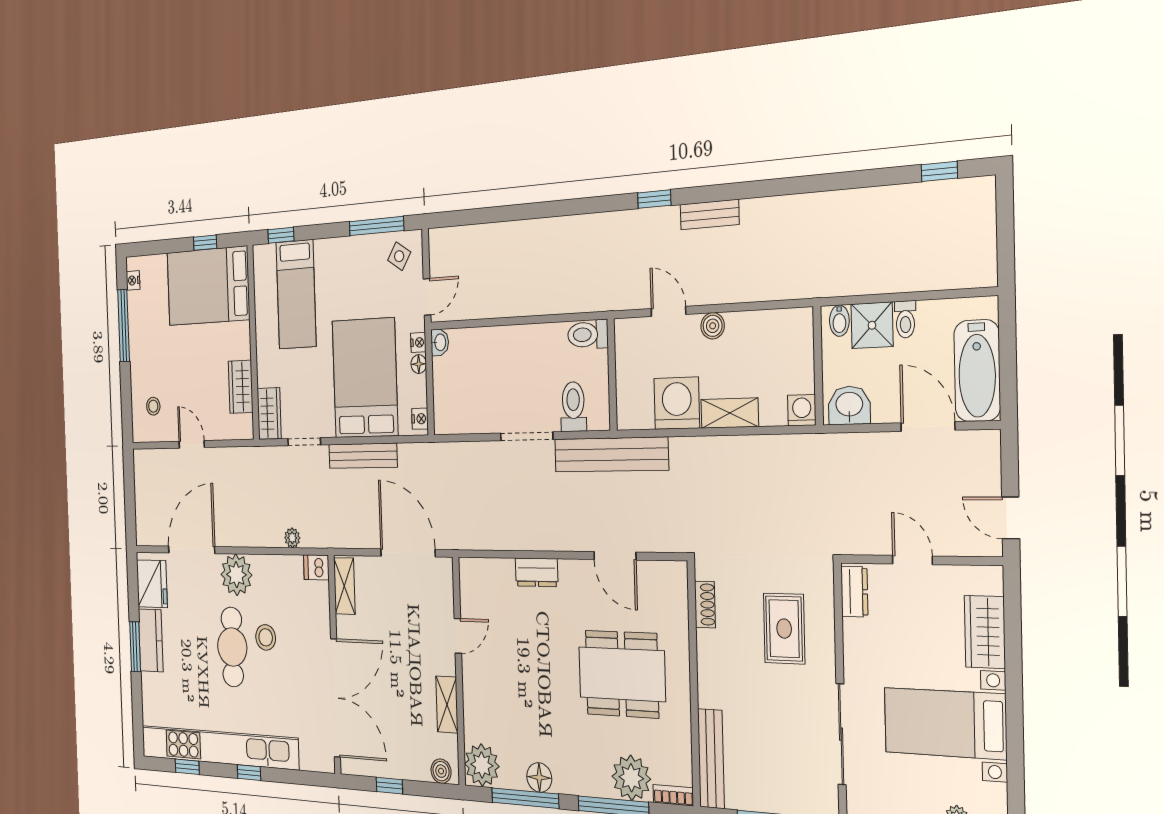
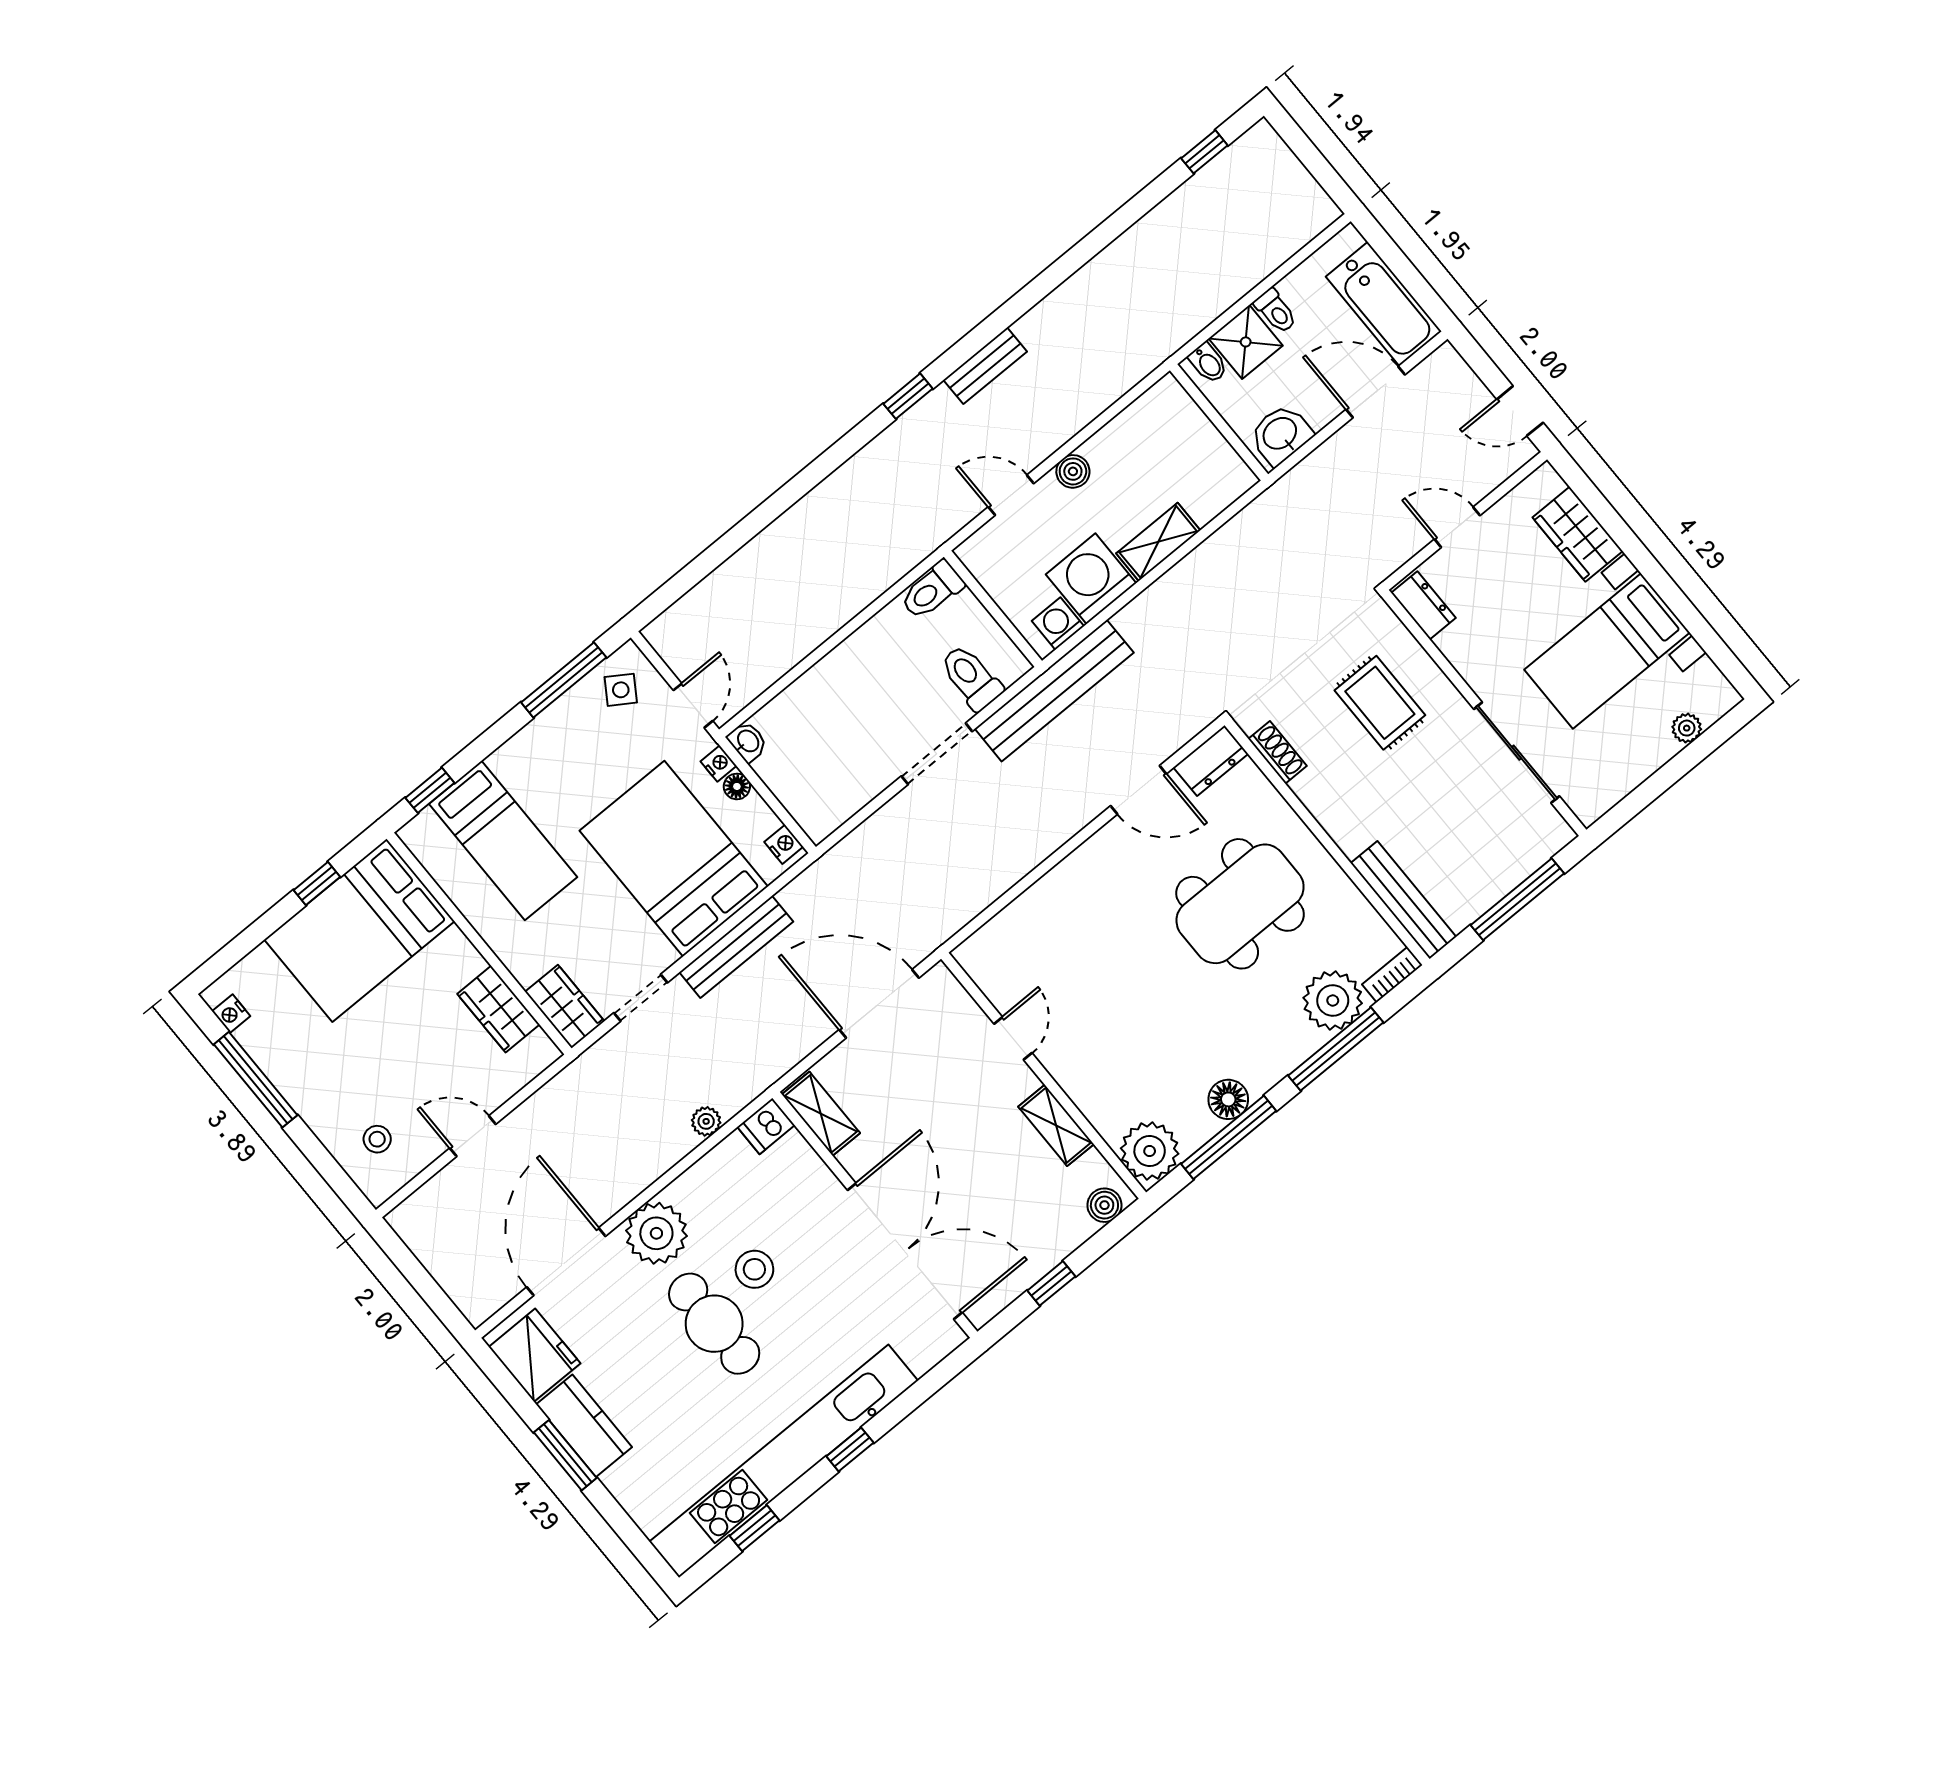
washing machine: (802, 410) -> (1058, 624), moved
dresser: (537, 572) -> (1211, 761), moved

